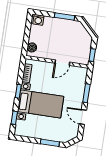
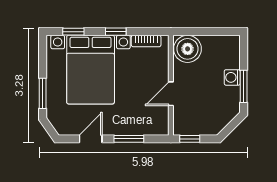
washing machine: (38, 20) -> (232, 77), moved
boiler: (32, 47) -> (188, 49), width x1.86, depth x1.86
door: (62, 63) -> (171, 94), hinge flipped
bed with nightstands: (41, 104) -> (91, 70), width x1.36

